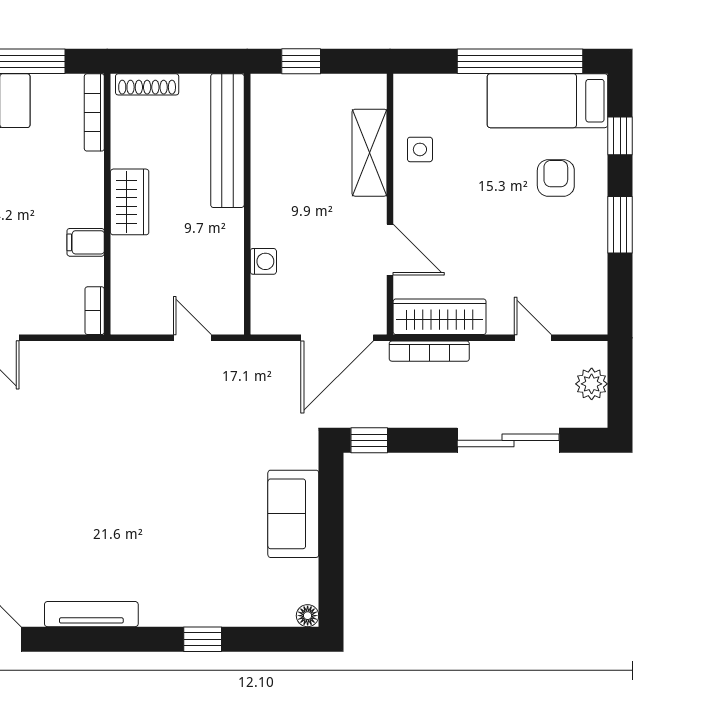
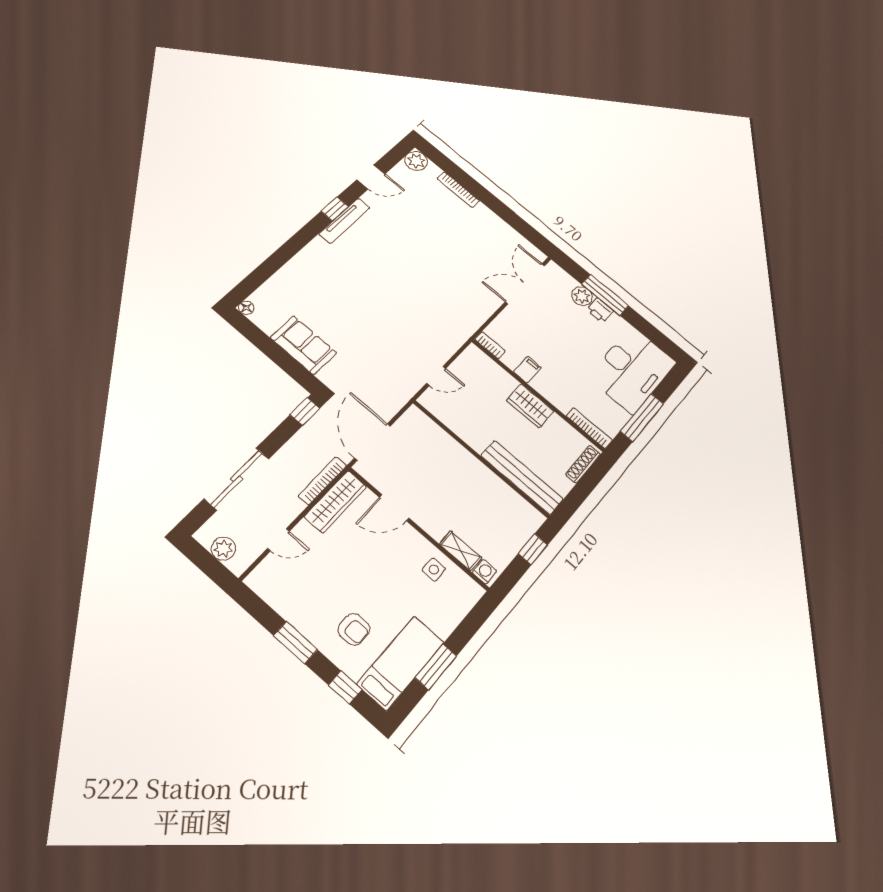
window: (520, 61) -> (436, 667), width x0.47
shelving: (370, 153) -> (461, 551), width x0.67, depth x0.75
washing machine: (263, 261) -> (484, 572), moved, turned 180
window: (203, 639) -> (335, 209), moved

